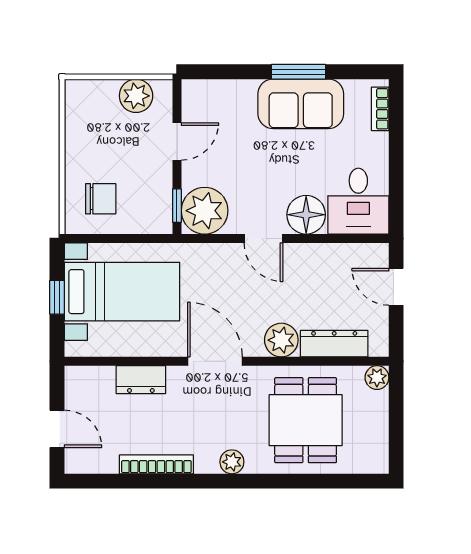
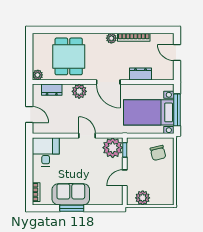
chair: (101, 199) -> (158, 153), turned -104
floor lamp: (306, 215) -> (68, 146), removed
window: (57, 297) -> (177, 110), width x2.17
dresser: (334, 344) -> (52, 90), width x0.70
plant: (232, 462) -> (111, 38), moved

